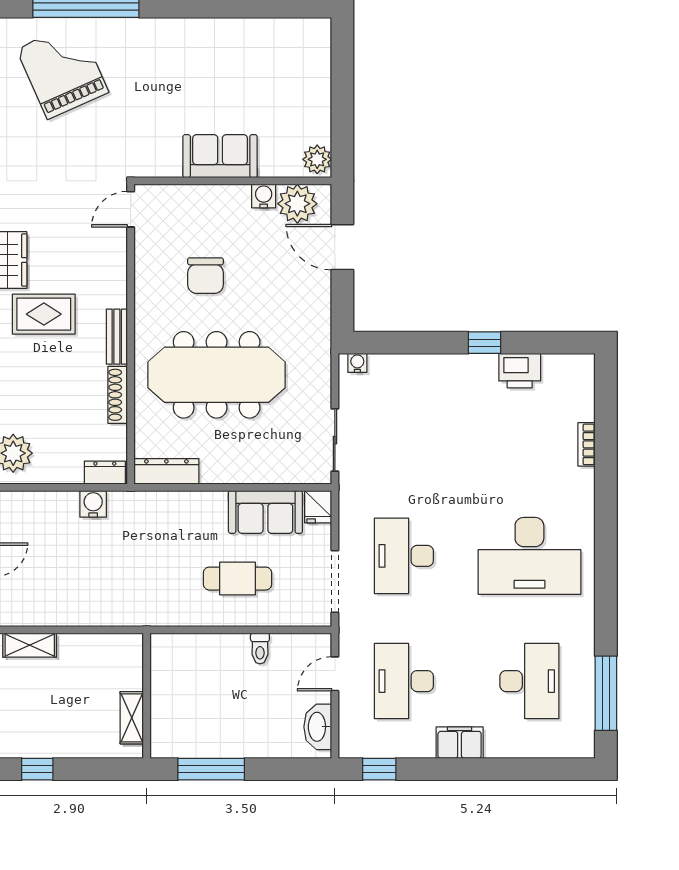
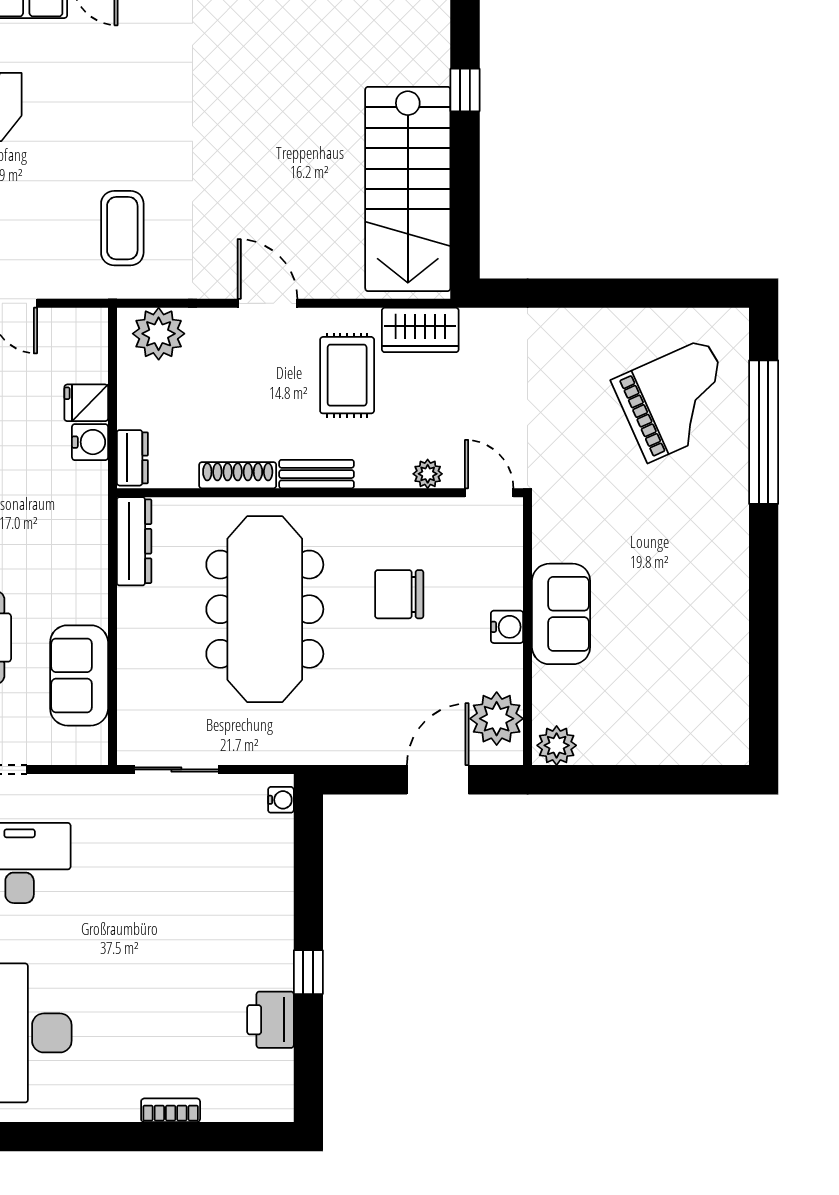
water cooler: (264, 196) -> (507, 627), moved
plant: (117, 255) -> (428, 474), added
fridge: (318, 507) -> (86, 403), moved

